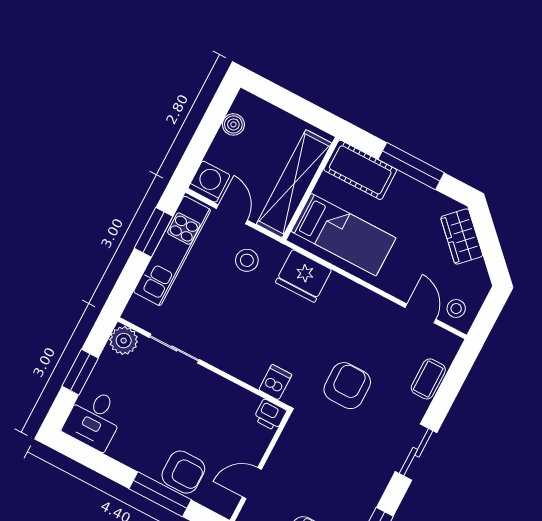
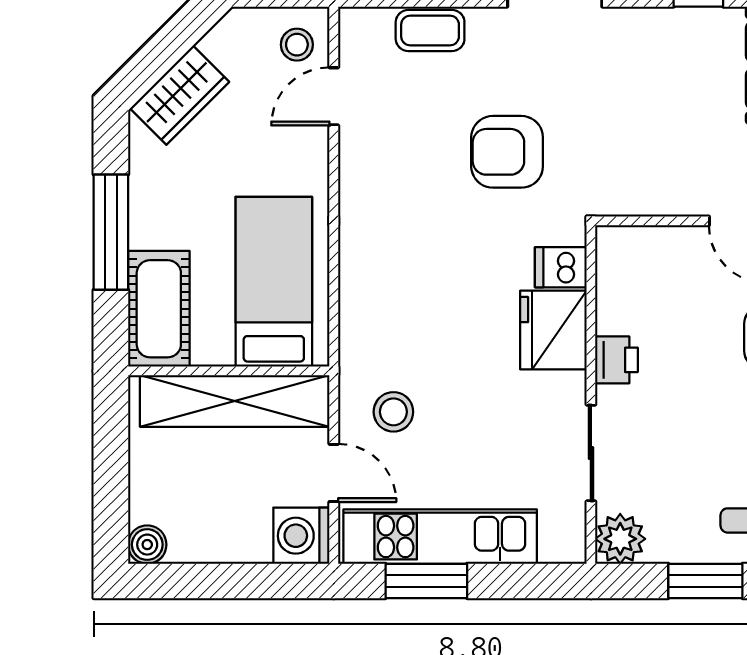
boiler: (233, 124) -> (147, 545), moved
door: (232, 214) -> (334, 473), swing flipped
fridge: (304, 276) -> (553, 330), moved, turned 180
printer: (270, 415) -> (617, 360), moved

